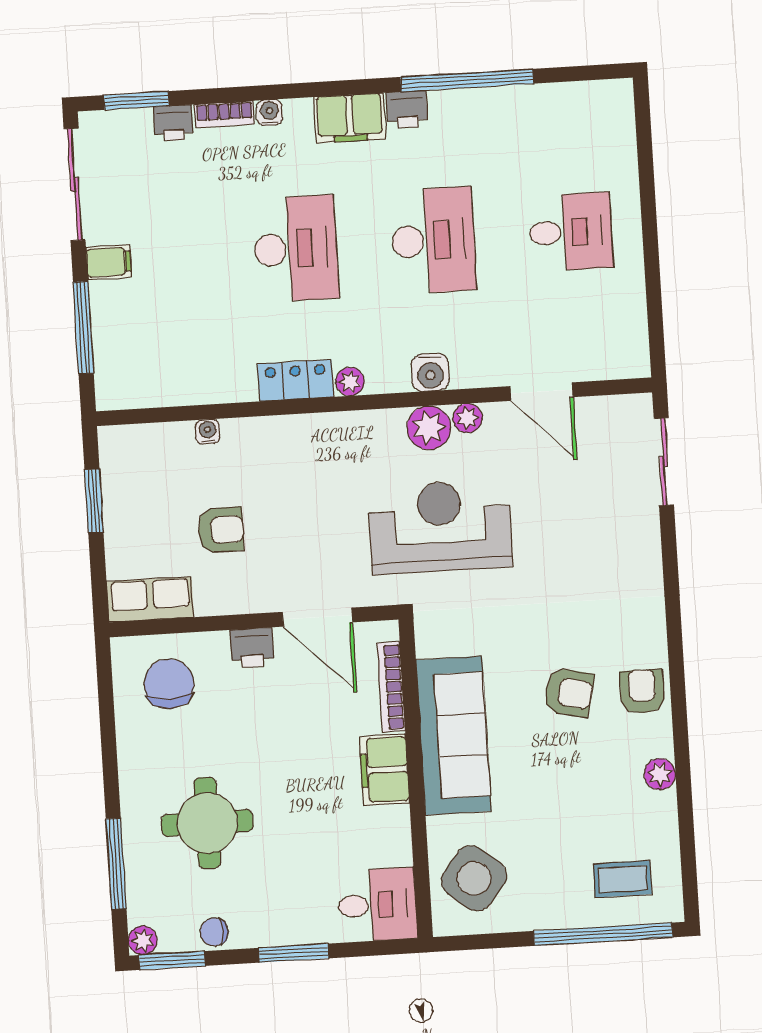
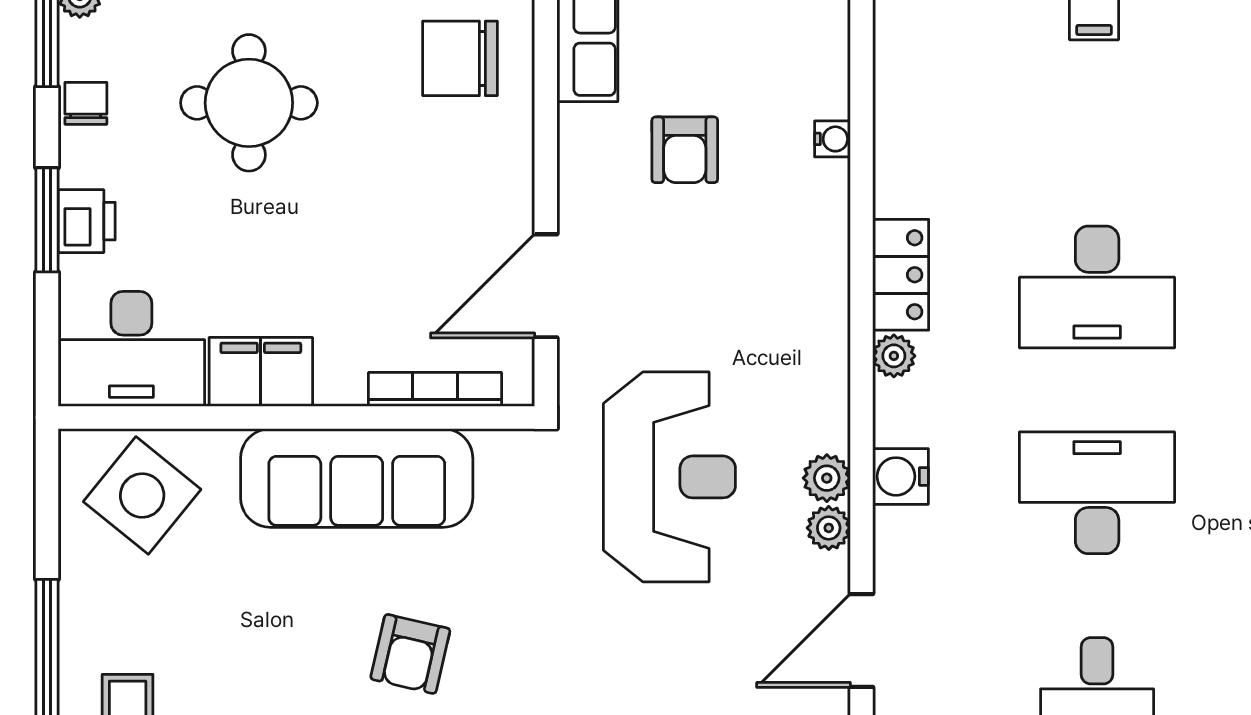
desk: (433, 240) -> (1097, 493), turned 180
plant: (429, 428) -> (827, 478), width x0.73, depth x0.73
printer: (252, 648) -> (87, 221), moved, turned 180
chair: (169, 684) -> (460, 58), turned 180
filing cabinet: (385, 770) -> (261, 372), moved
desk: (377, 905) -> (131, 349), width x1.37

